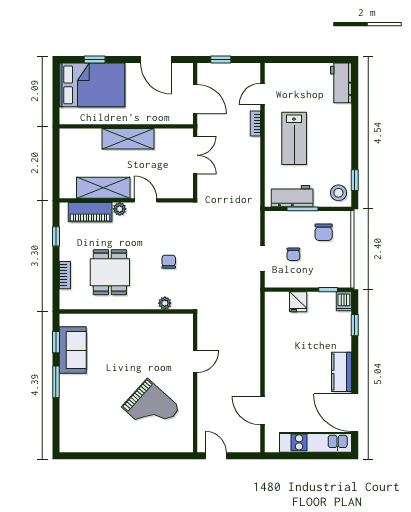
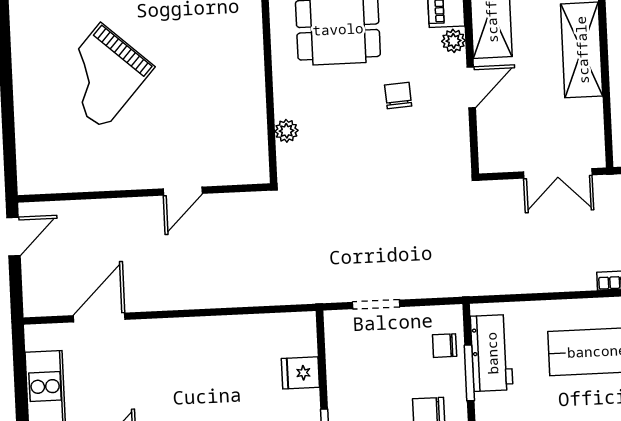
chair: (293, 254) -> (445, 346), moved
chair: (169, 262) -> (398, 96), moved, turned -94
door: (195, 362) -> (183, 191), hinge flipped
grand piano: (151, 407) -> (102, 76), moved

